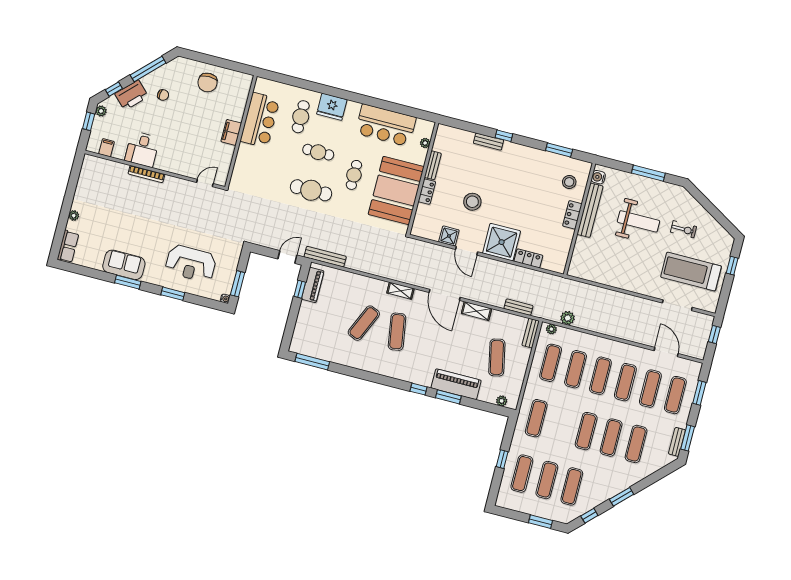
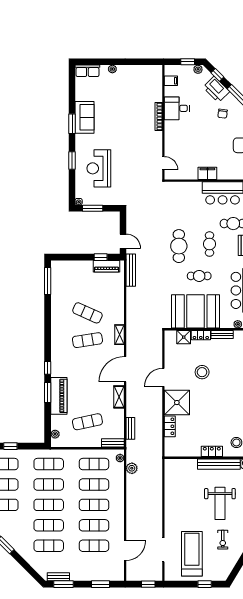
shower: (449, 236) -> (184, 337), moved
exercise mat: (675, 395) -> (49, 484), moved

